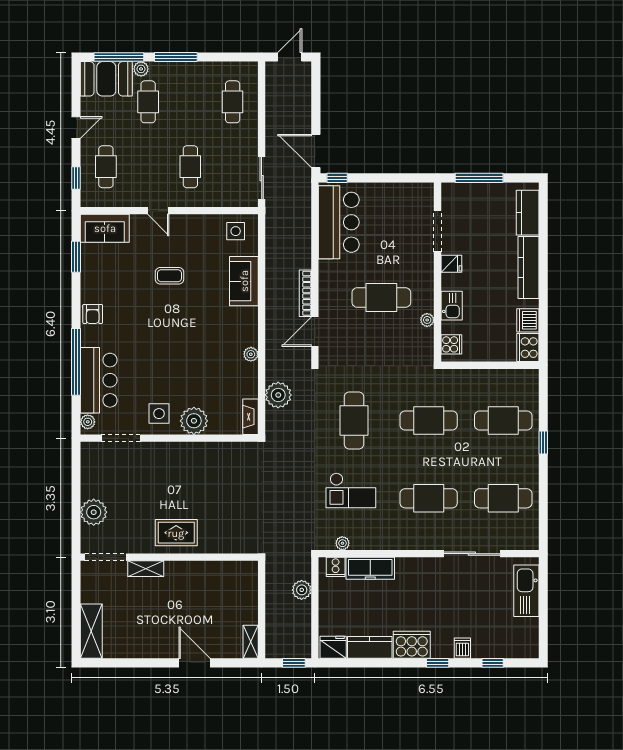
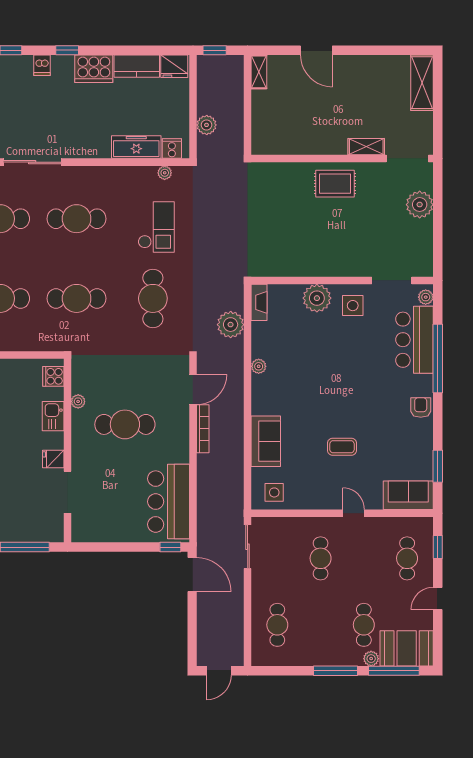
checkout: (351, 490) -> (156, 227), turned 90

